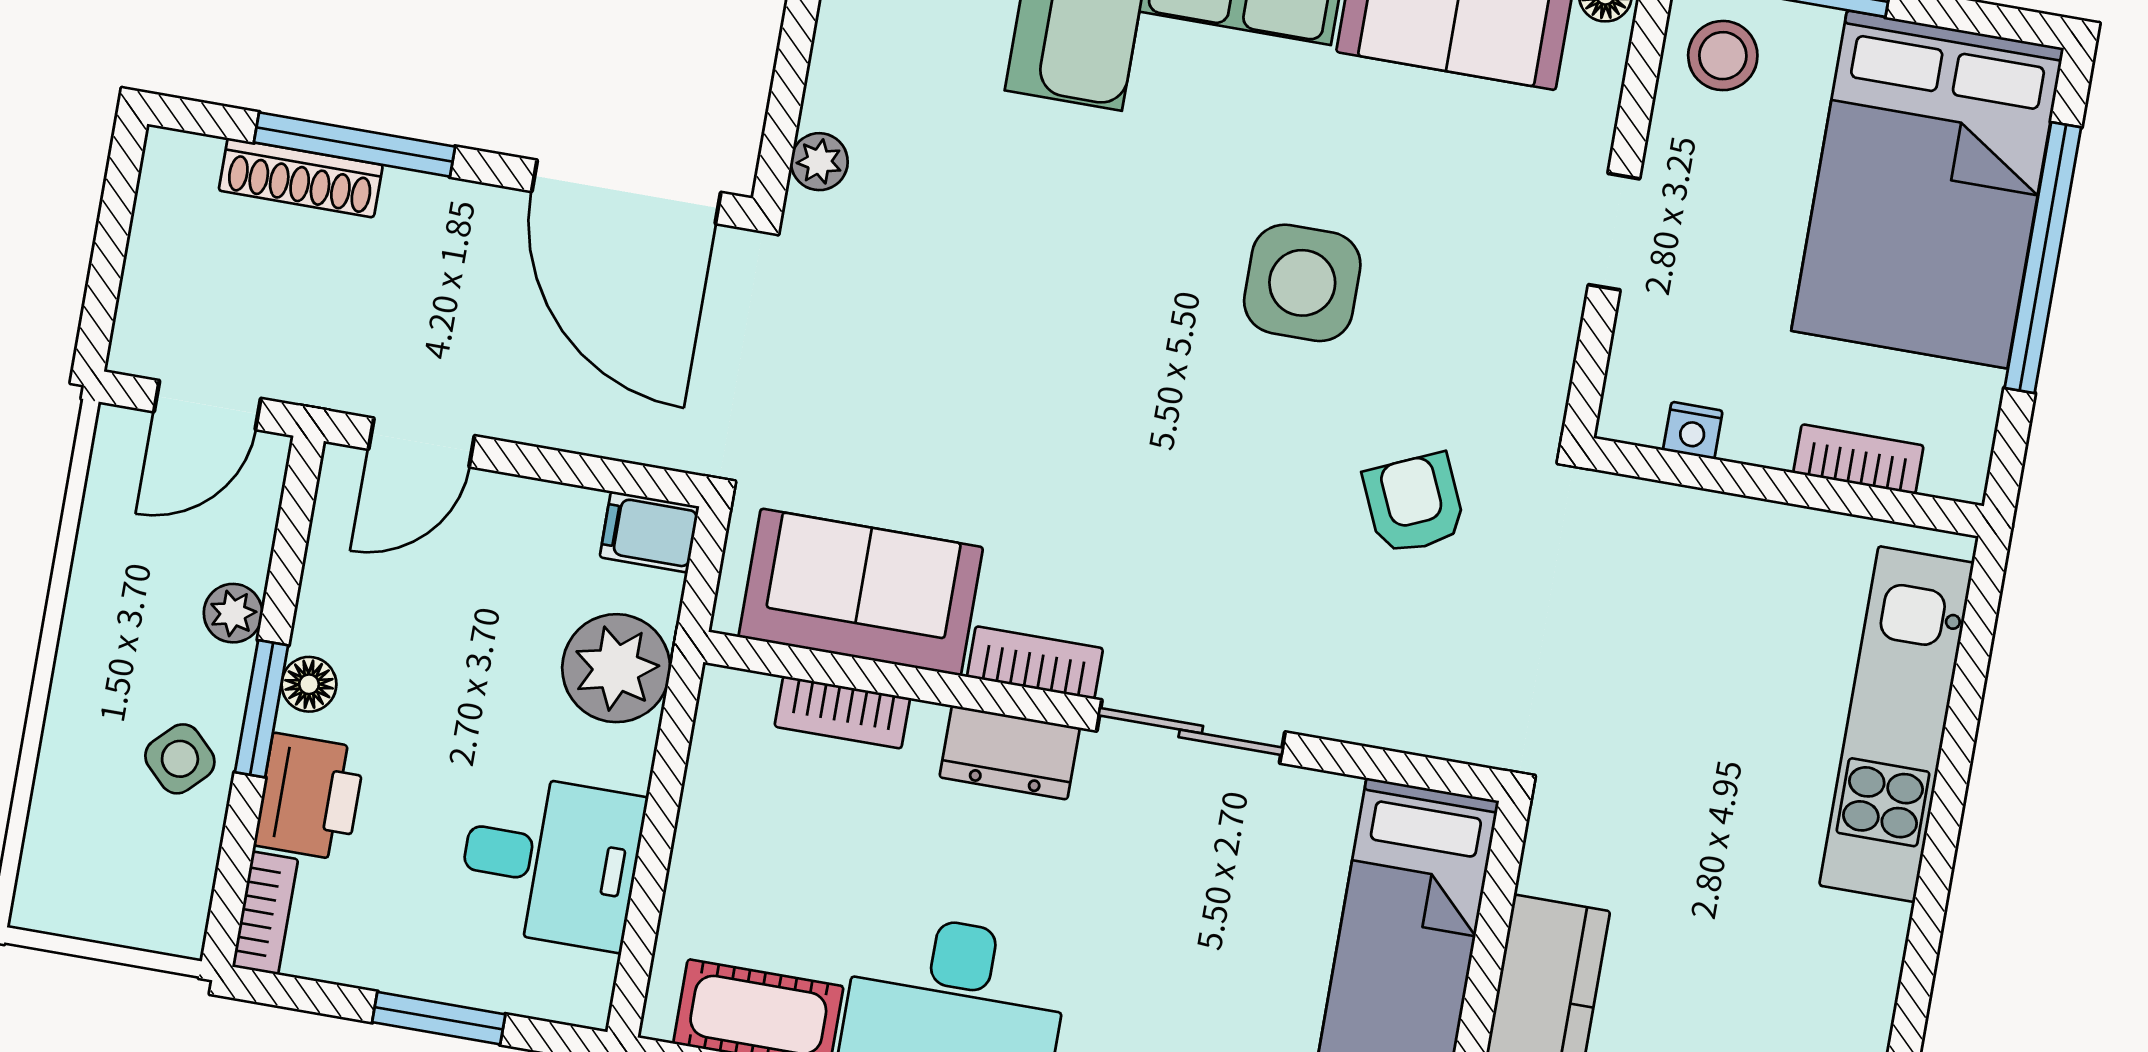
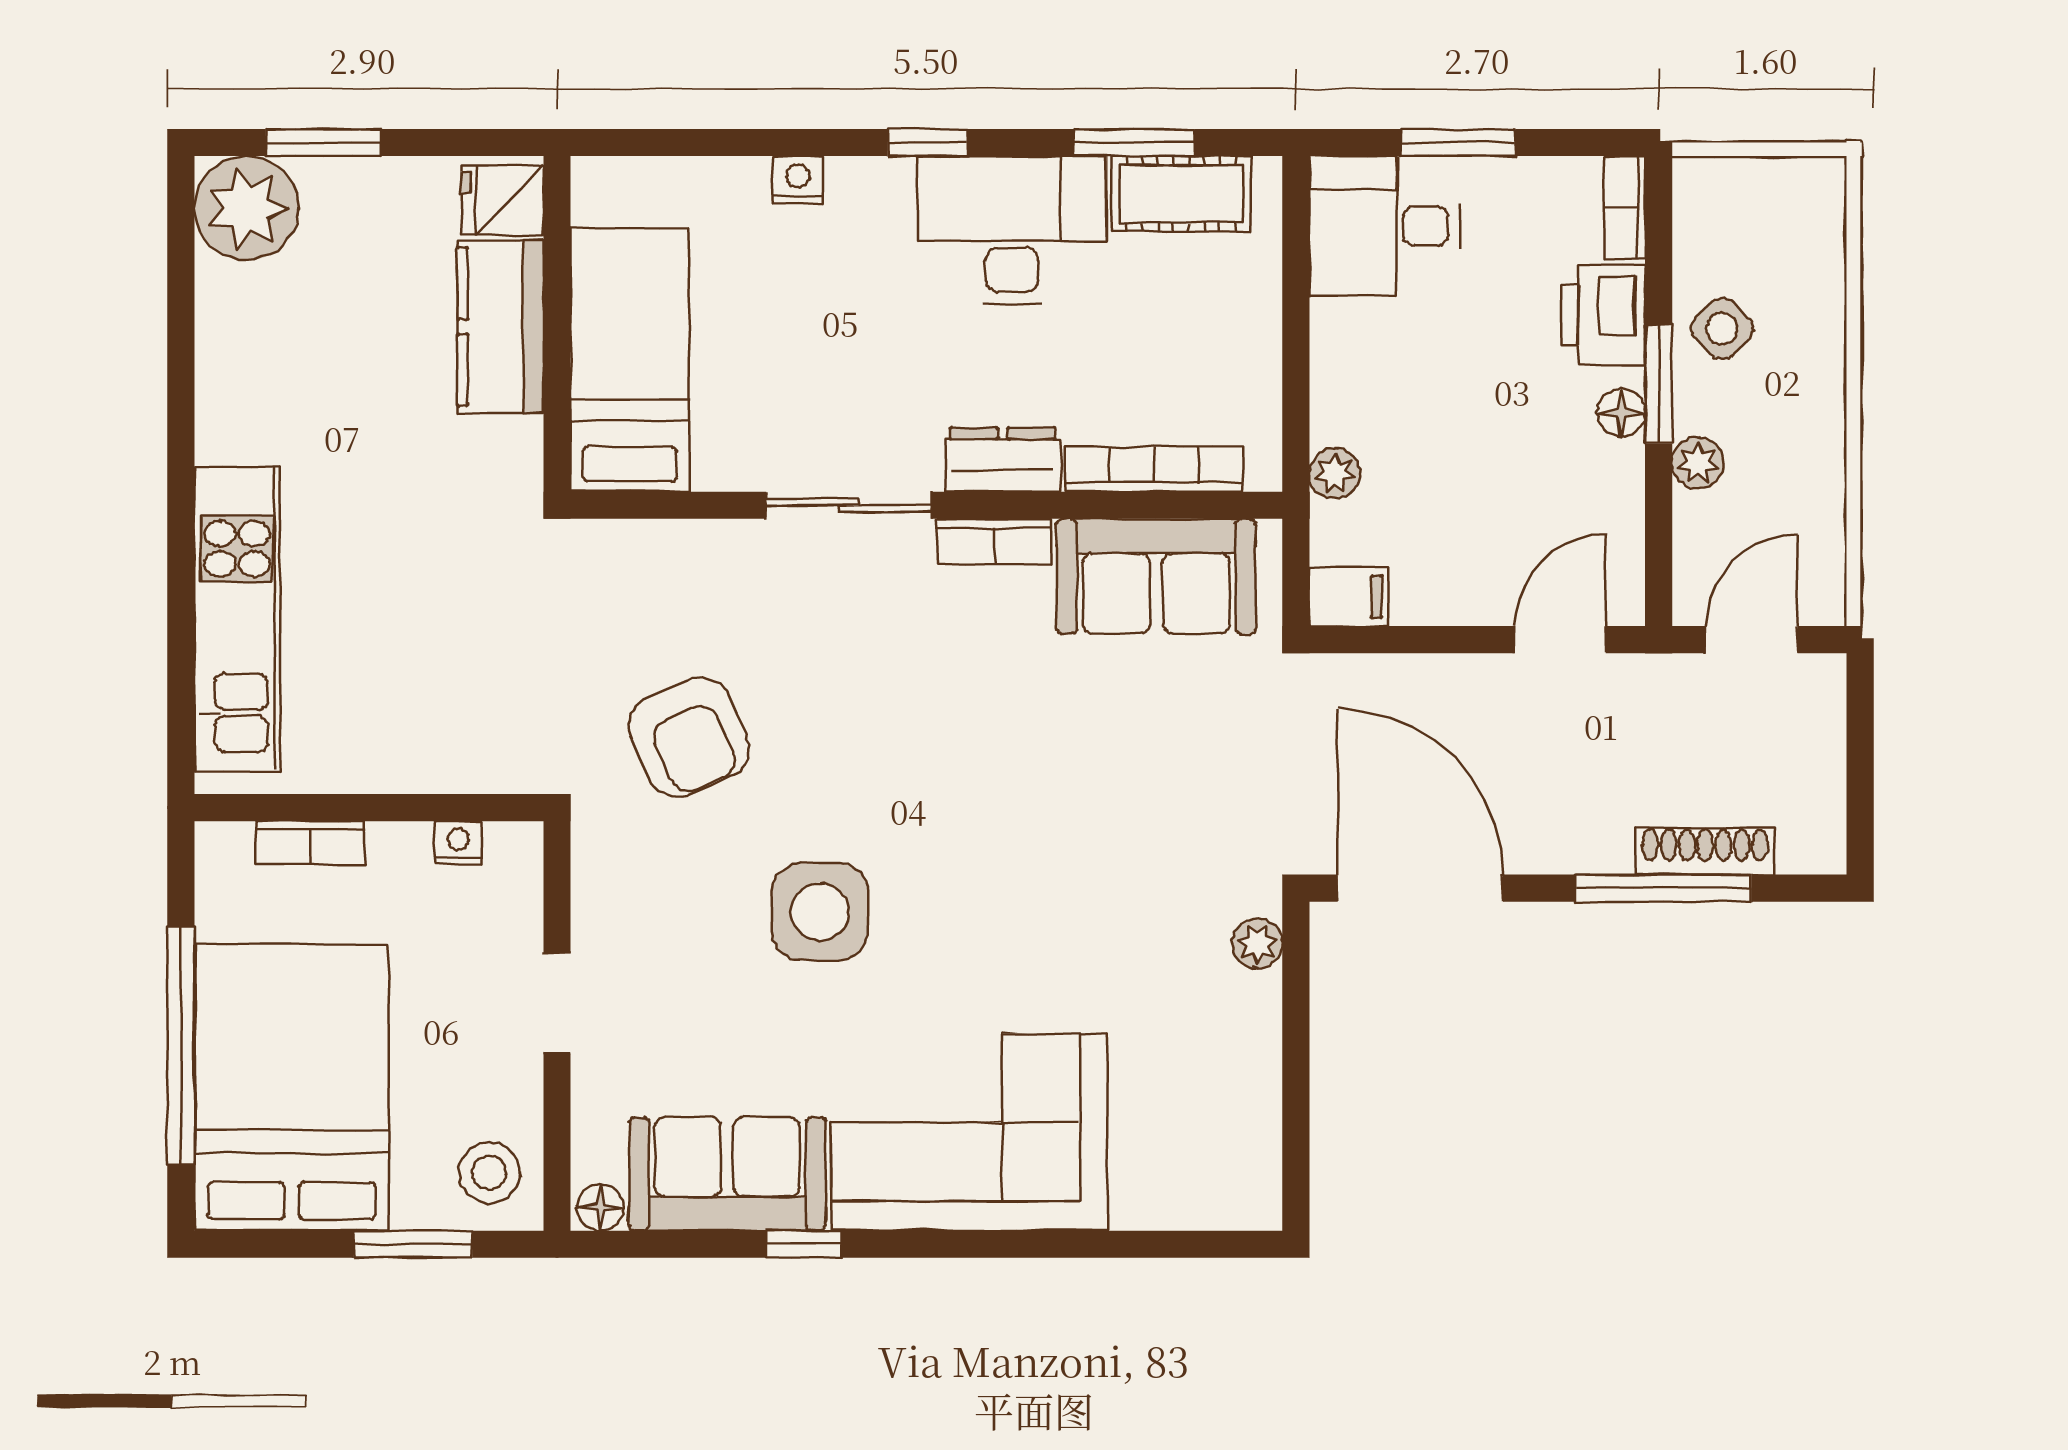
armchair: (1414, 504) -> (689, 737), width x1.38, depth x1.38
plant: (616, 668) -> (1335, 473), width x0.53, depth x0.53
bookcase: (842, 712) -> (1154, 469), width x1.56
desk: (551, 861) -> (1385, 226), moved

